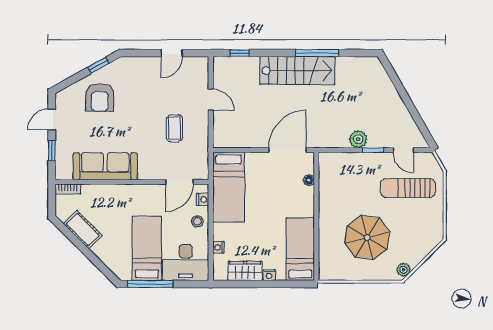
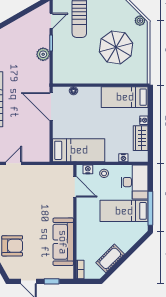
coffee table: (174, 128) -> (35, 190), removed

